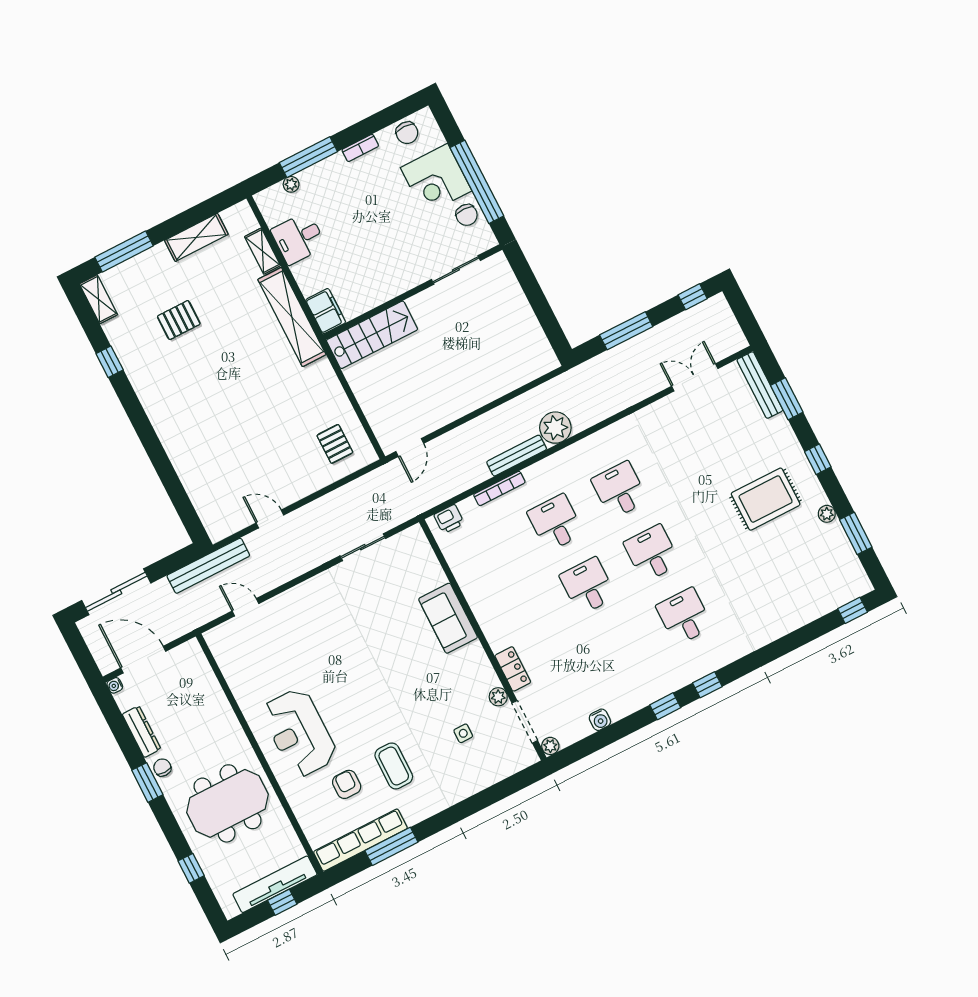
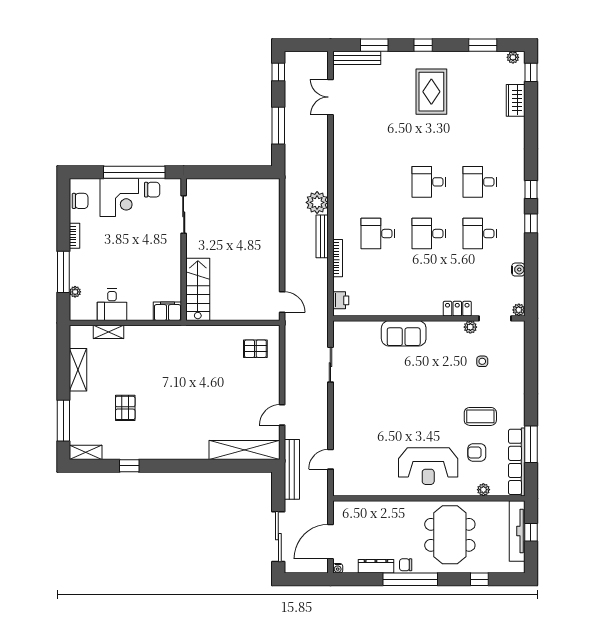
shelving: (292, 317) -> (244, 450), moved
desk: (620, 490) -> (480, 234), moved
plant: (827, 514) -> (513, 57), moved
wardrobe: (808, 609) -> (516, 100), added
window: (147, 782) -> (410, 579), width x2.11
plant: (305, 816) -> (483, 490), added

